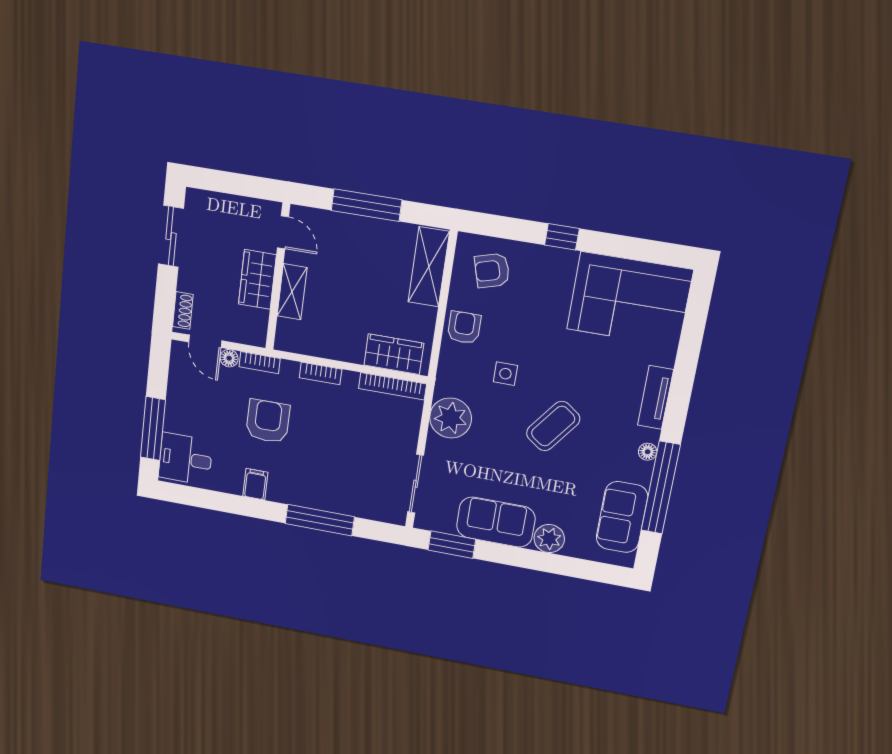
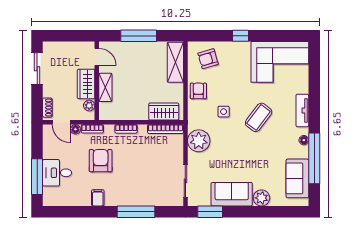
plant: (259, 320) -> (89, 106), added
coffee table: (553, 426) -> (259, 117), moved
desk: (185, 459) -> (57, 173), moved

